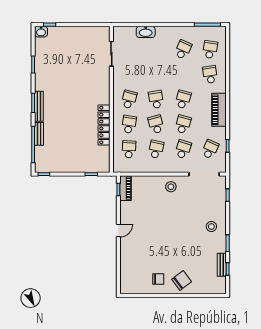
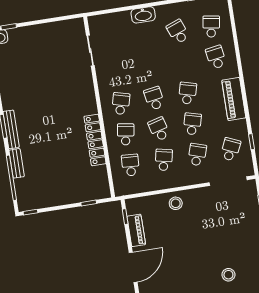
washbasin: (146, 32) -> (143, 15), moved
school desk: (183, 50) -> (178, 32), turned -45
stool: (171, 187) -> (176, 203), moved
piano: (125, 188) -> (136, 230), moved
stool: (211, 226) -> (228, 275), moved
door: (118, 231) -> (133, 267), width x1.87

